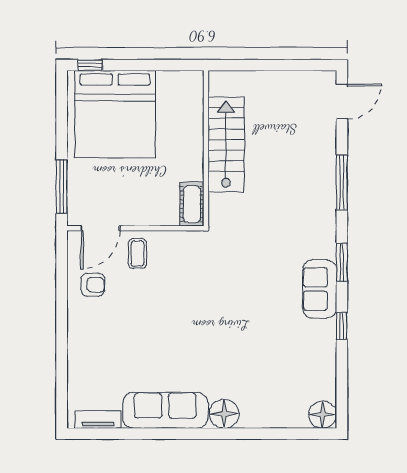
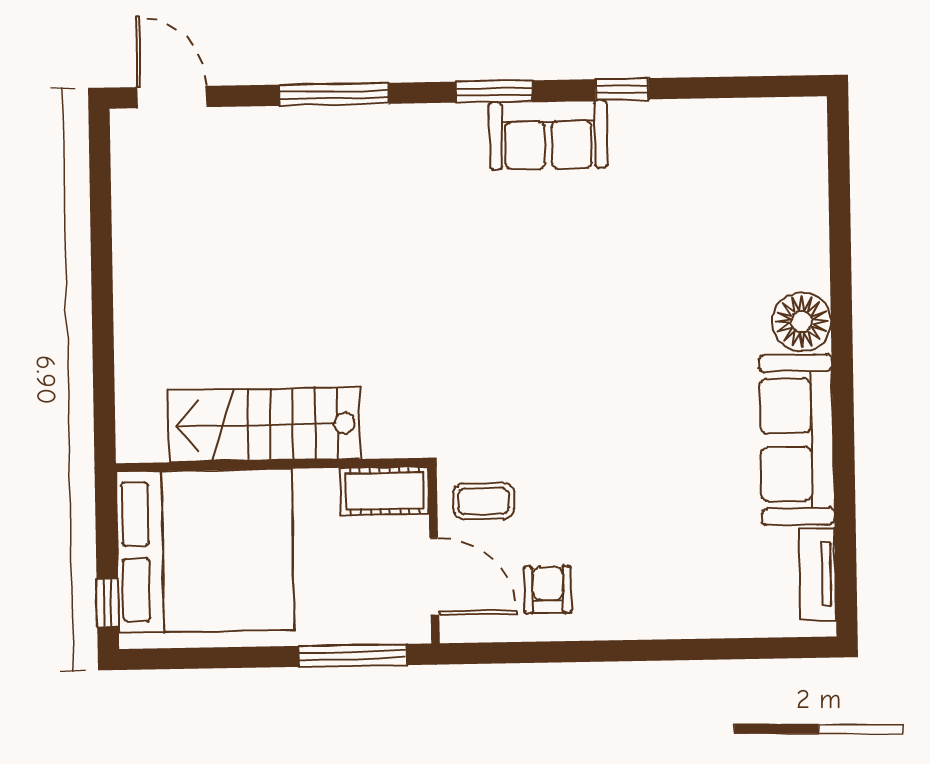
stairs: (226, 145) -> (264, 425), moved
wall: (206, 148) -> (272, 465), moved
cot: (192, 204) -> (385, 491), moved
floor lamp: (323, 415) -> (800, 124), removed

